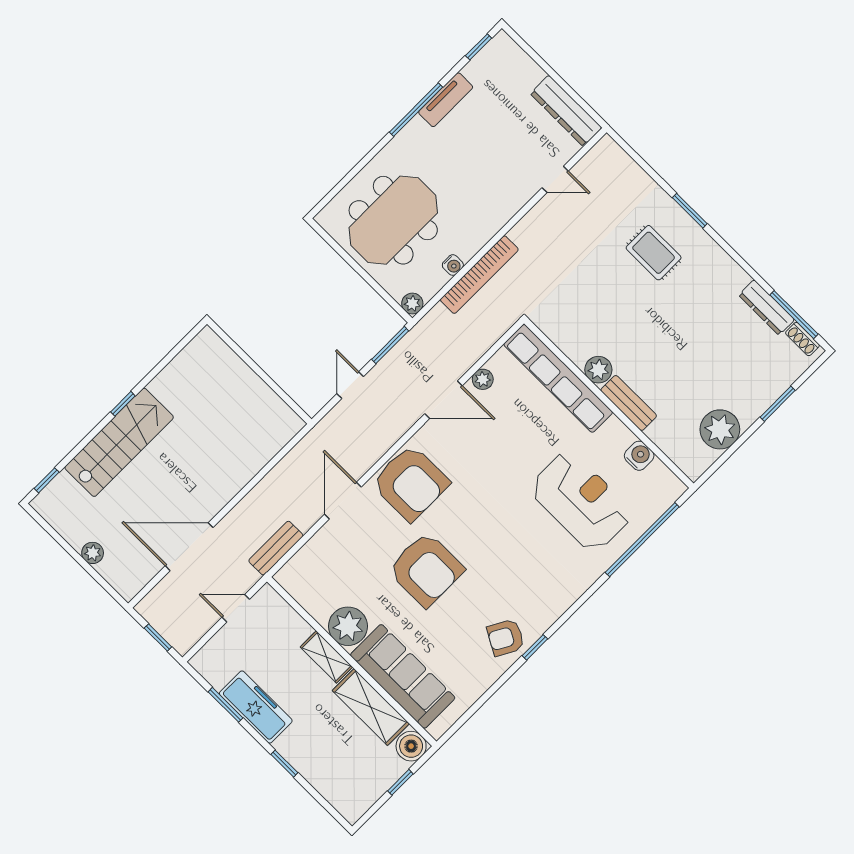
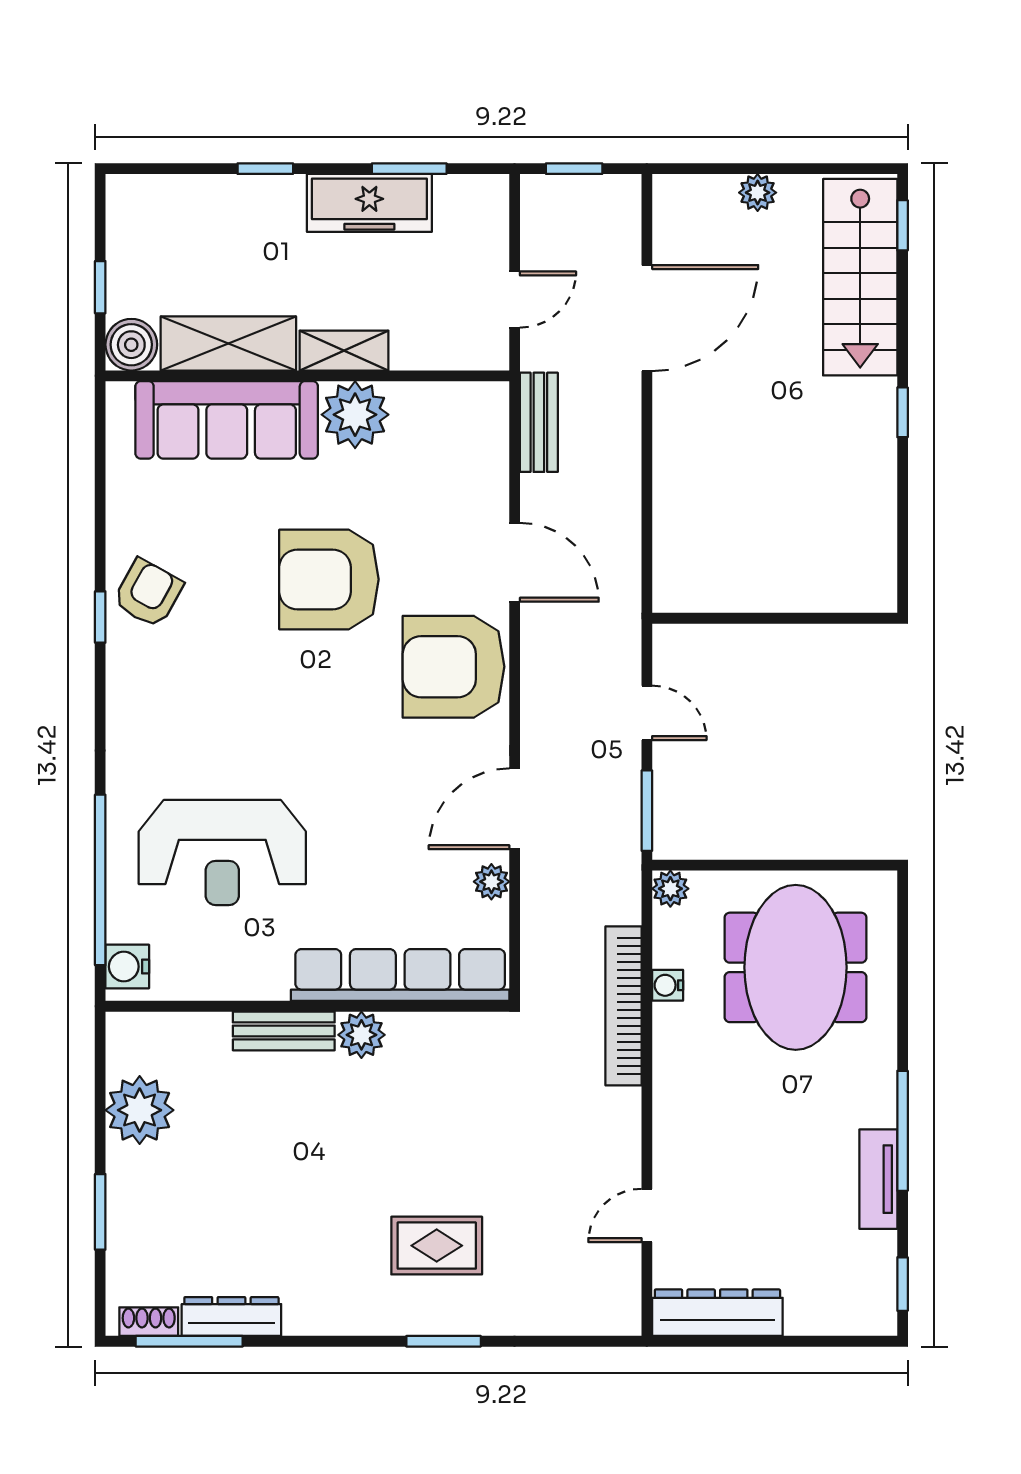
stairs: (119, 442) -> (860, 277), moved
water cooler: (639, 456) -> (127, 967), moved, turned 90

